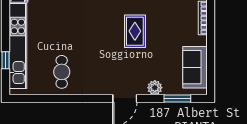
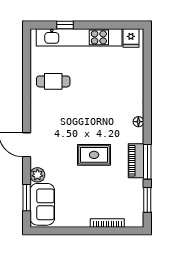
sofa: (195, 67) -> (42, 204), moved, turned 90

